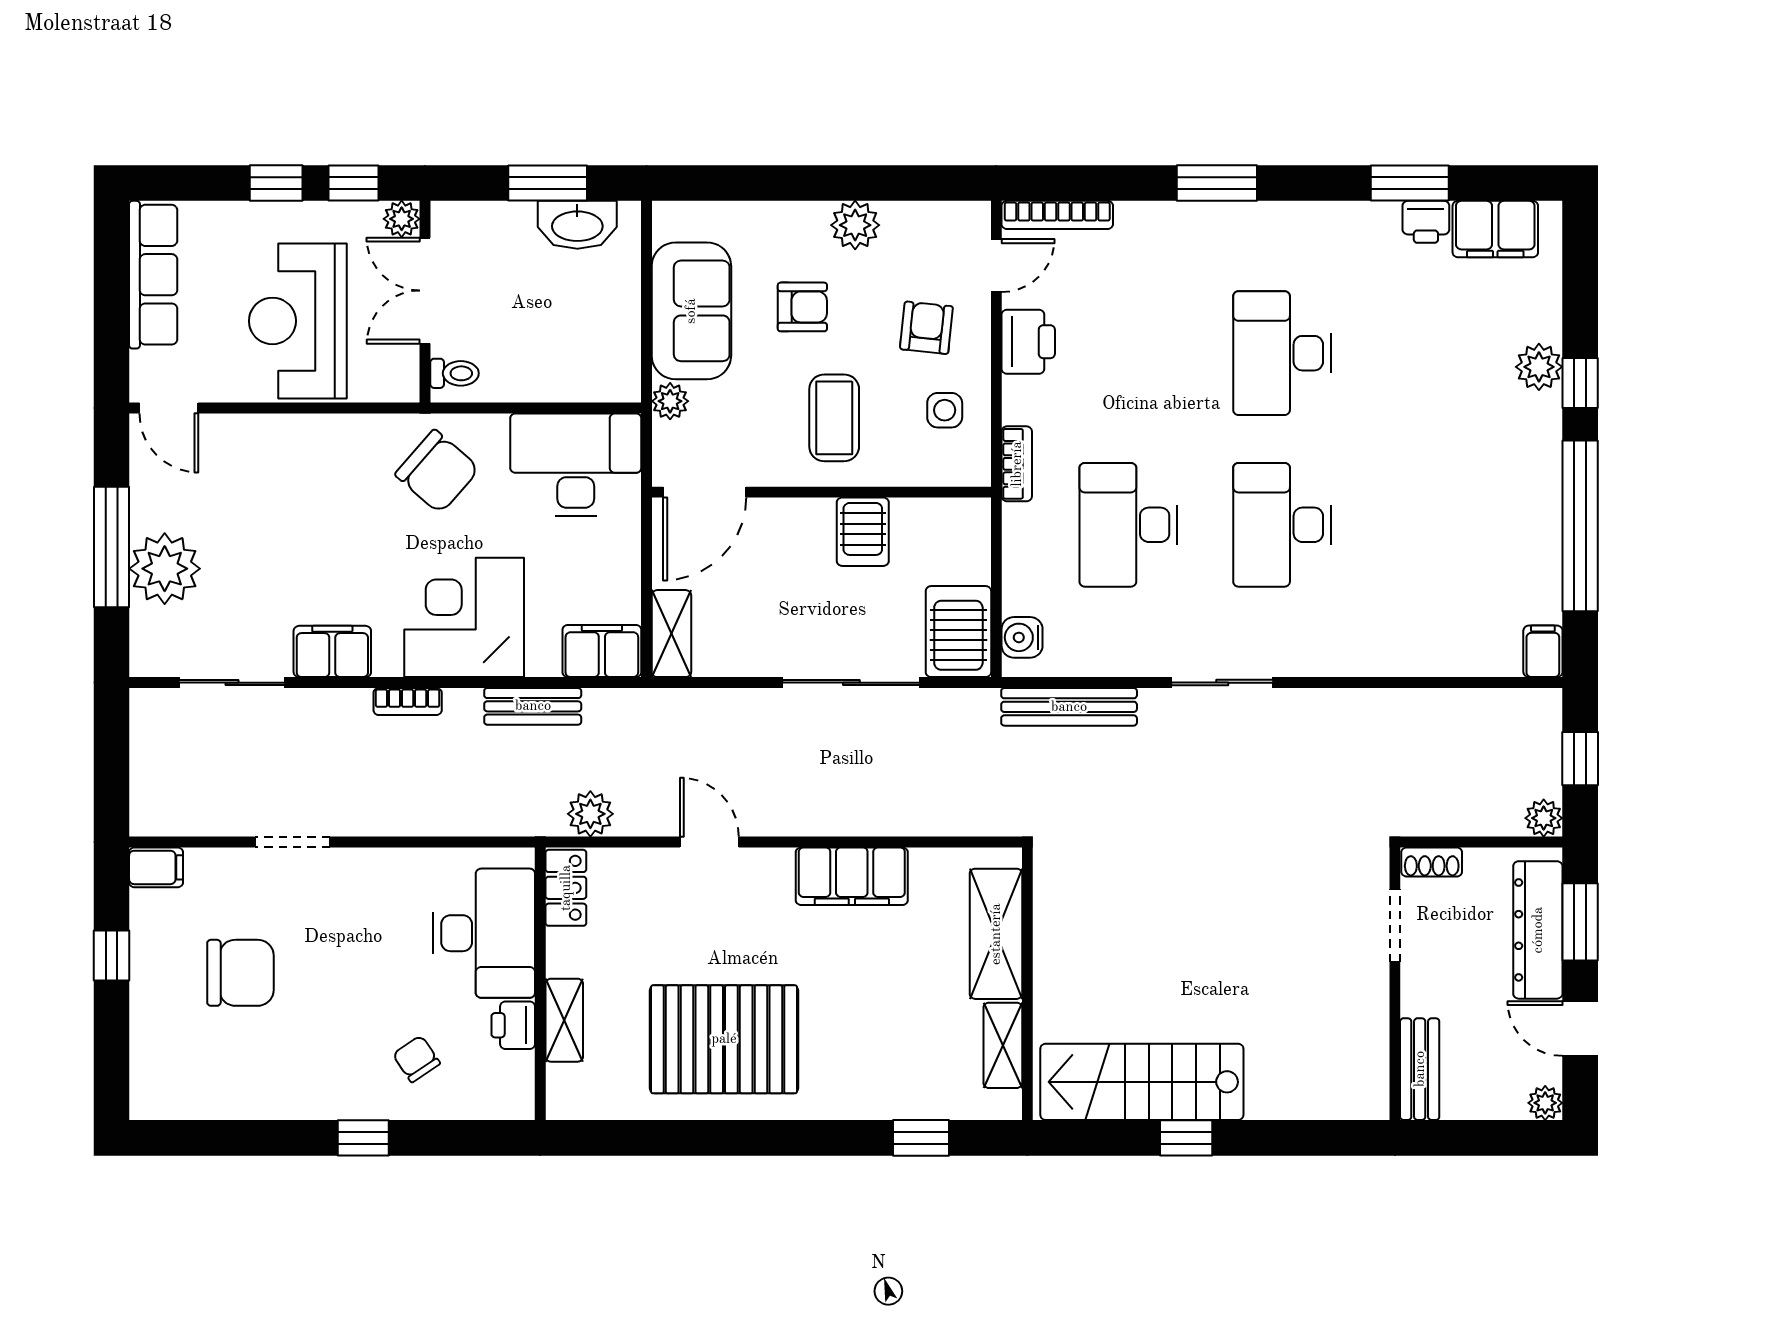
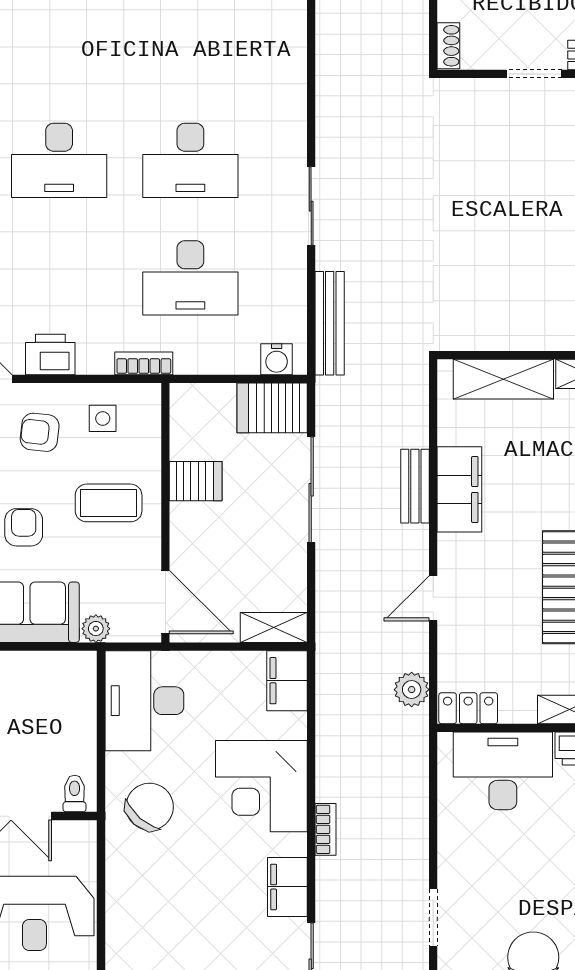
bench: (533, 706) -> (415, 486), moved
doorway: (1395, 925) -> (534, 74), moved

